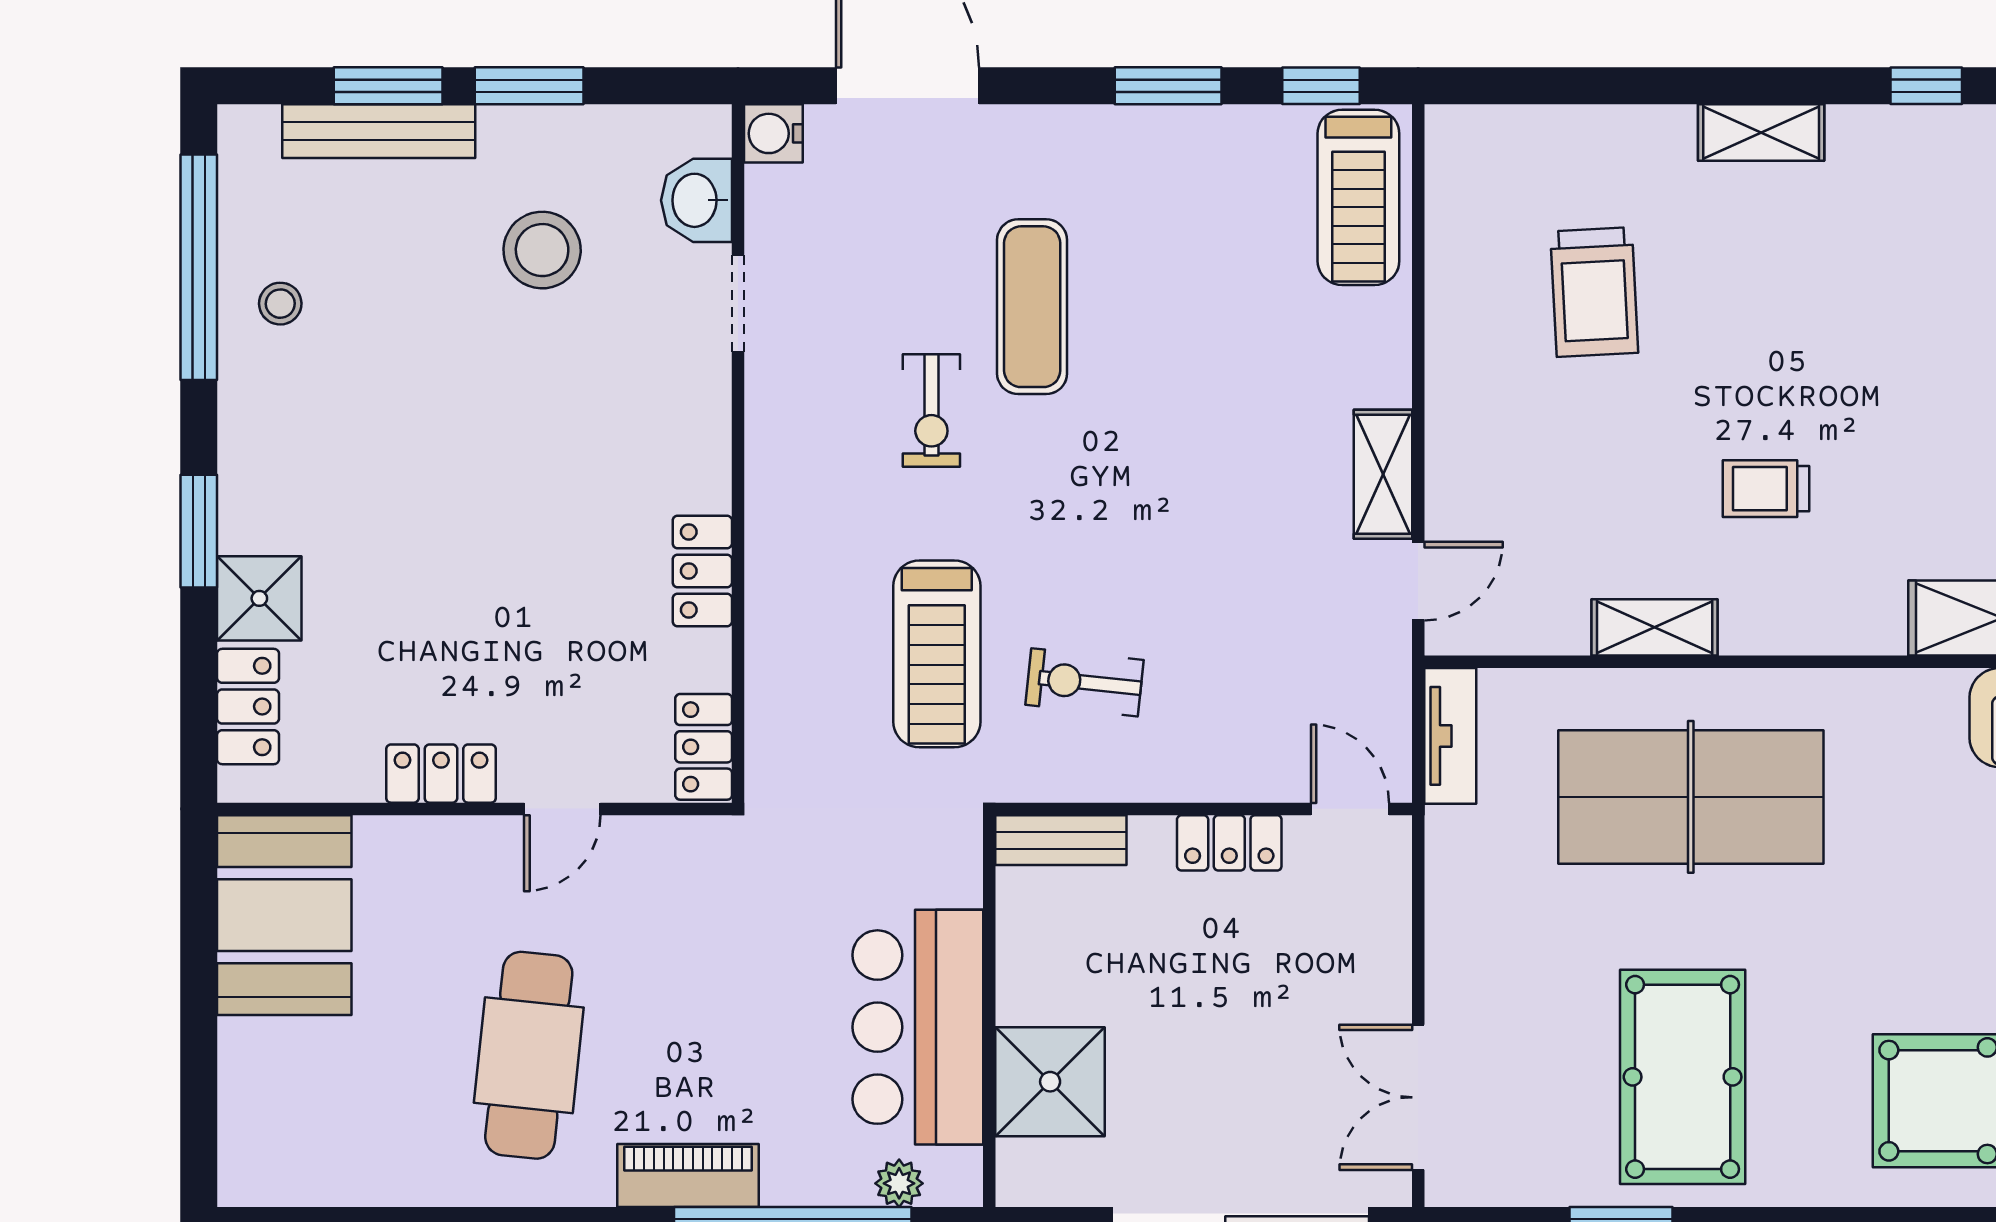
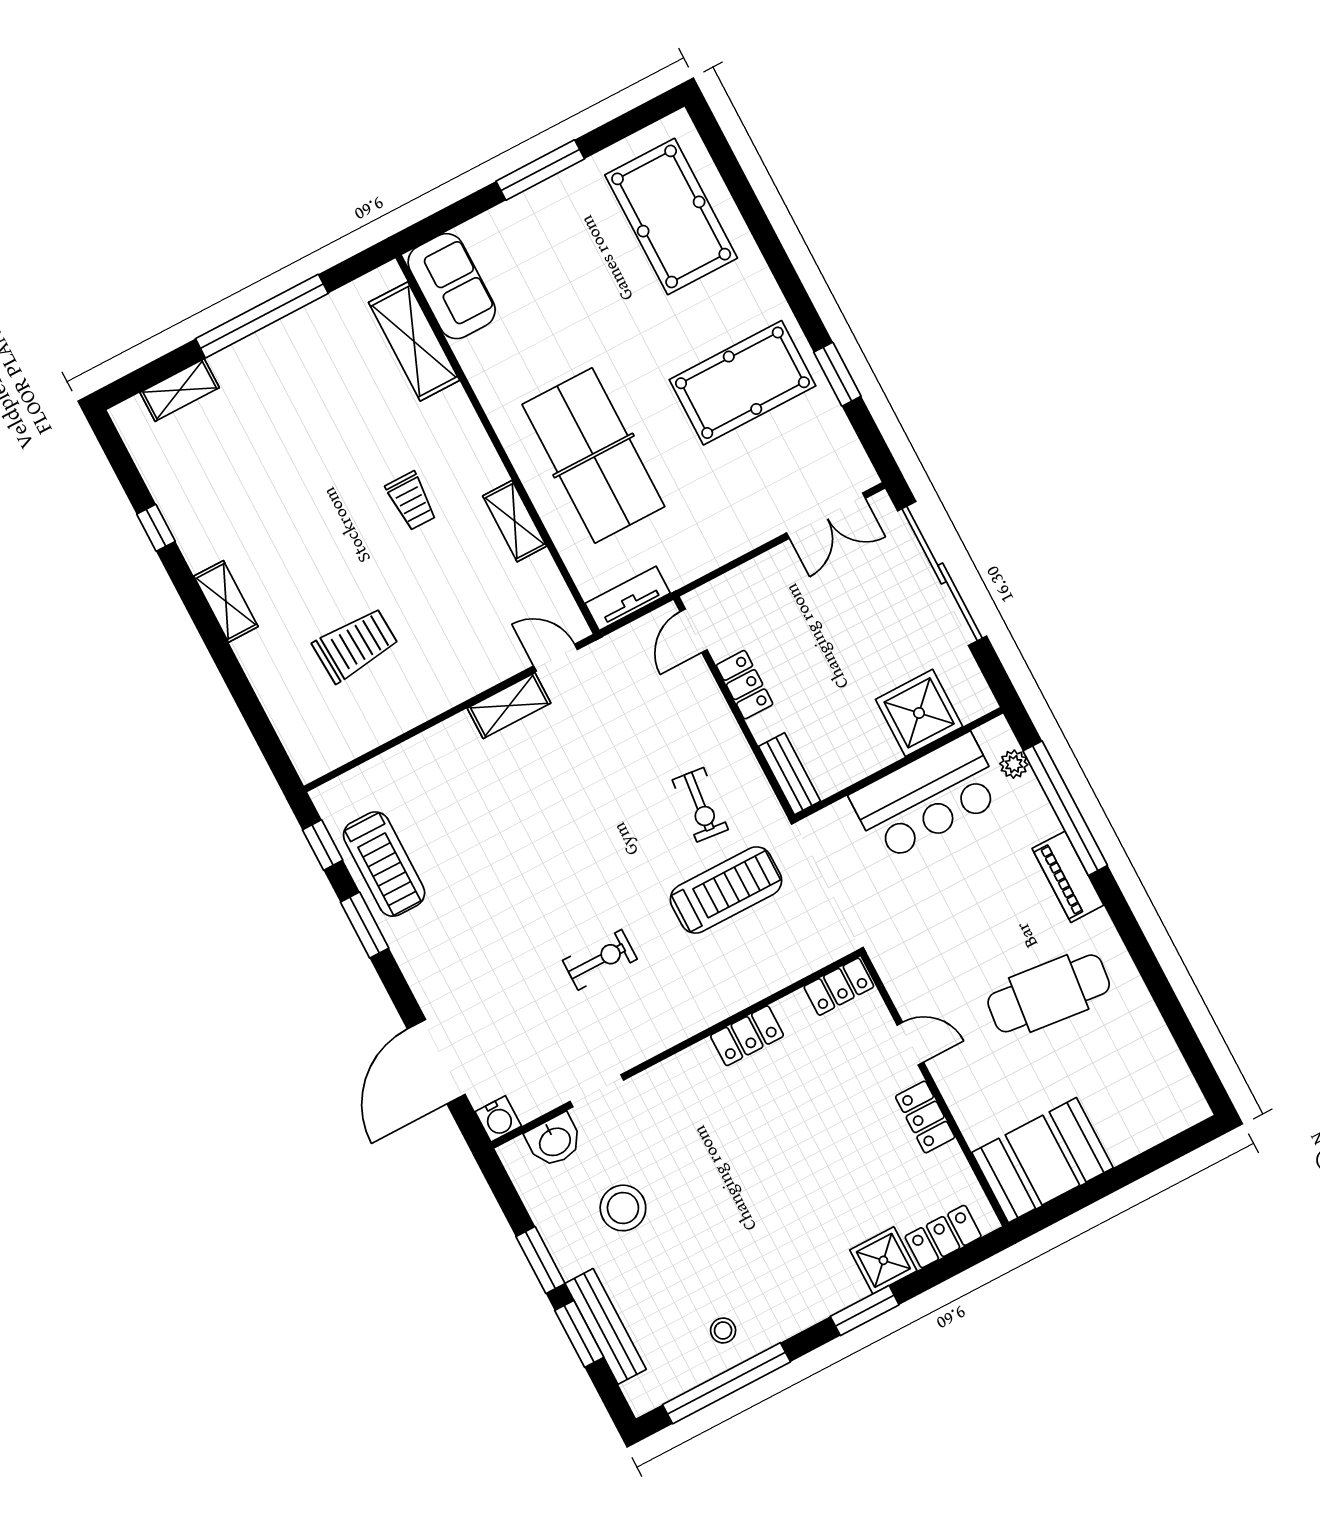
treadmill: (1358, 197) -> (384, 864), moved, turned 90
exercise mat: (1032, 307) -> (518, 936), removed

